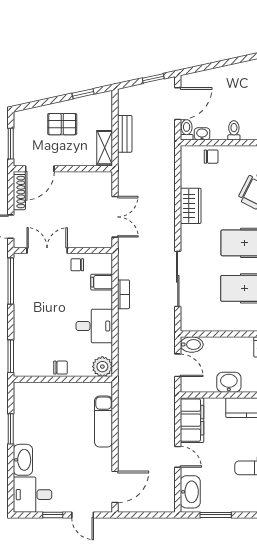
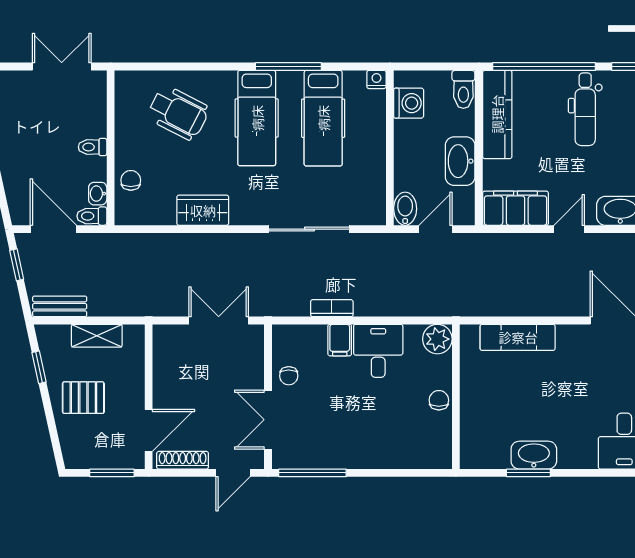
pallet: (62, 124) -> (83, 398), turned 90
bench: (125, 134) -> (60, 306), moved
shelving: (105, 148) -> (97, 336), moved
door: (40, 169) -> (149, 430), hinge flipped
filing cabinet: (102, 282) -> (340, 340), moved
window: (11, 356) -> (422, 473), removed
washbasin: (229, 382) -> (460, 161), width x1.38
washbasin: (23, 460) -> (534, 455), moved

